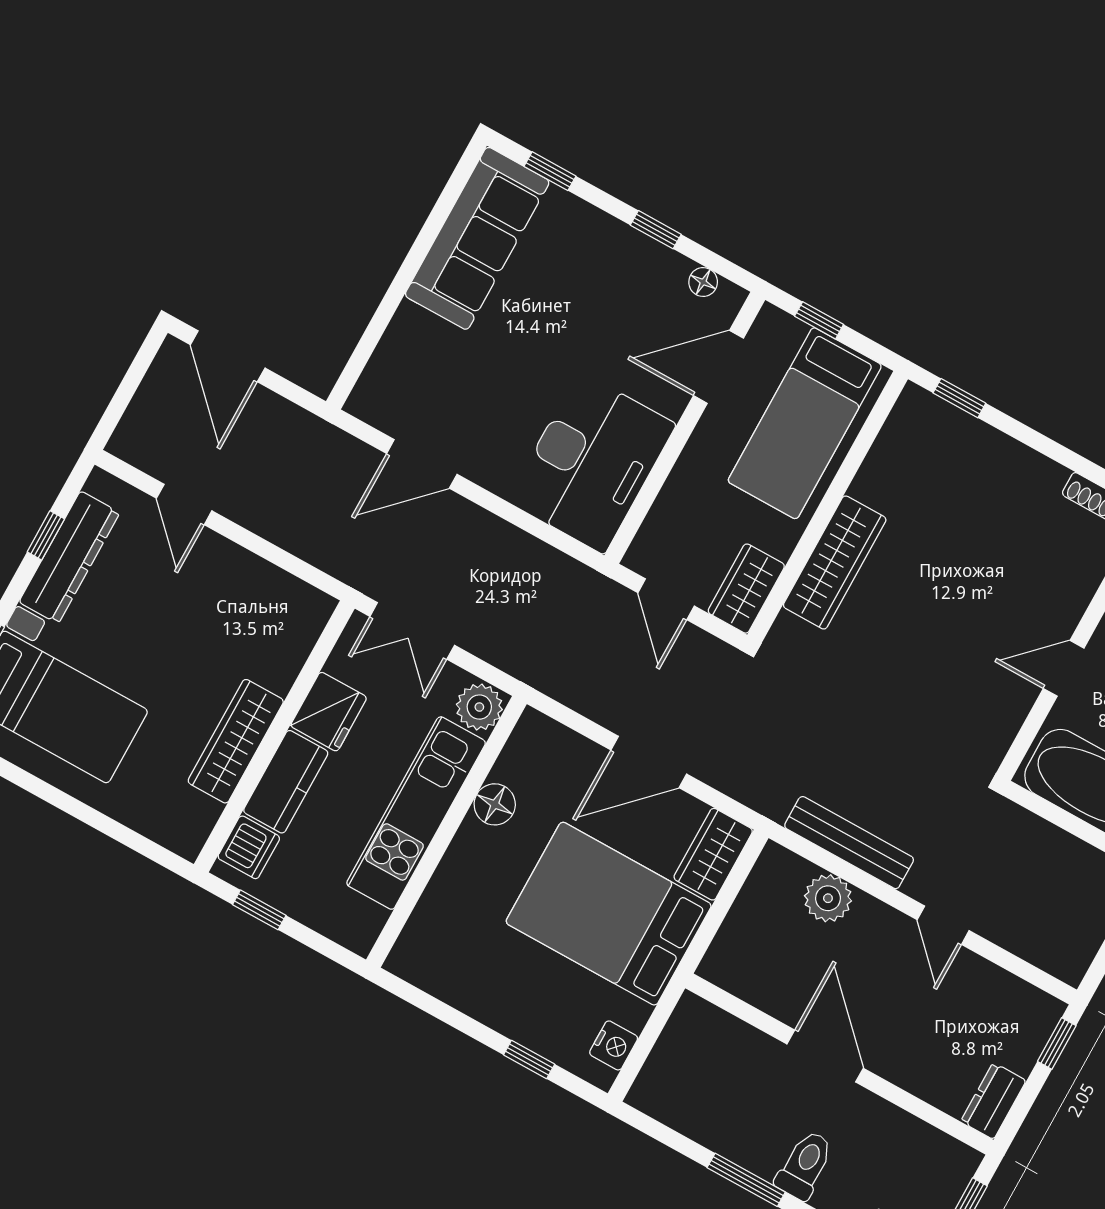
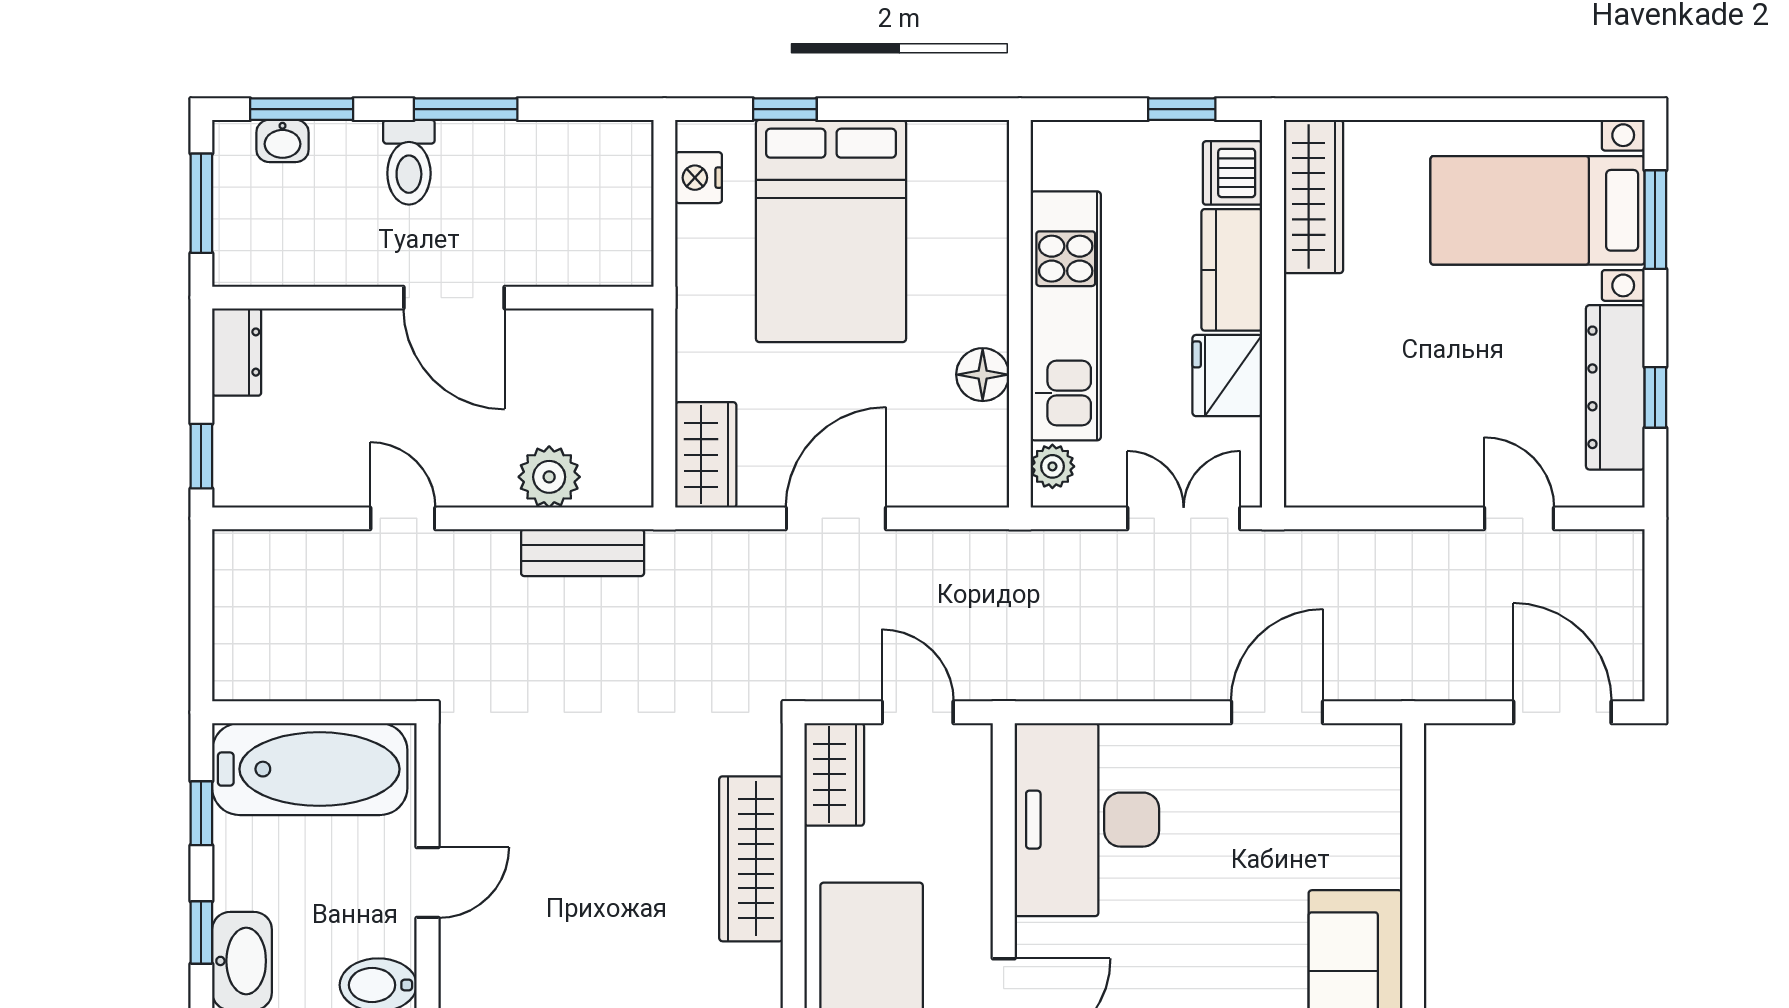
plant: (479, 707) -> (1052, 466), width x0.73, depth x0.73
wardrobe: (236, 741) -> (1313, 196), moved
bench: (849, 843) -> (583, 553), width x0.73
bed: (609, 914) -> (831, 231), moved, turned 90

